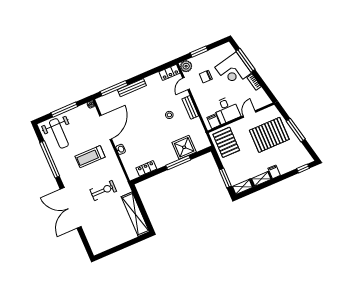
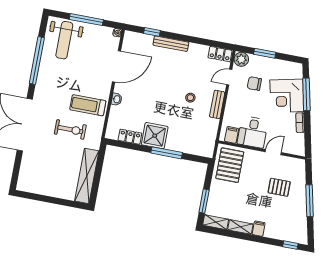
window: (114, 88) -> (152, 32), width x0.46
pallet: (269, 135) -> (279, 187), width x0.49, depth x0.50
shower: (184, 147) -> (155, 136), moved
treadmill: (90, 157) -> (88, 105), moved

